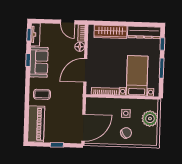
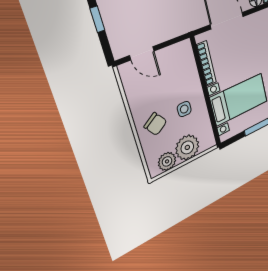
door: (83, 128) -> (142, 53), width x0.53
plant: (152, 133) -> (167, 161), added

